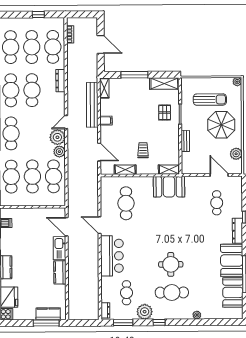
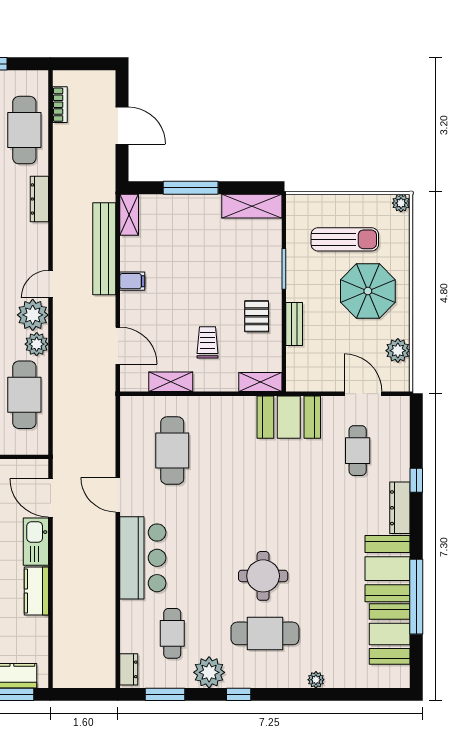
pallet: (165, 113) -> (257, 316), moved
booth: (169, 187) -> (289, 417), moved

